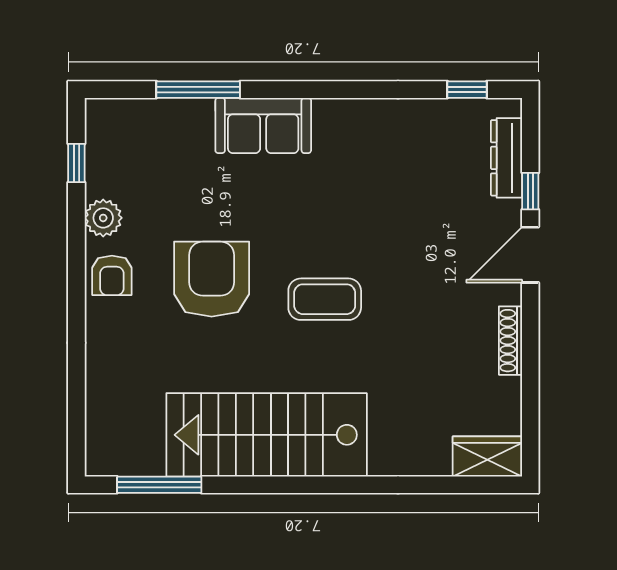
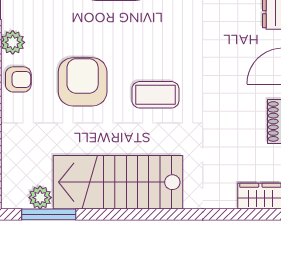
armchair: (112, 275) -> (18, 79), turned -90
plant: (146, 459) -> (40, 198), added

